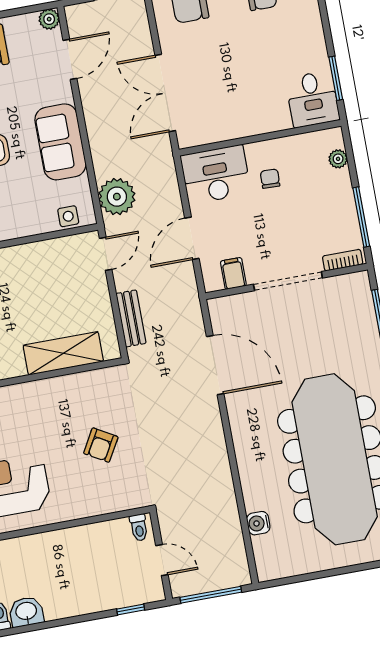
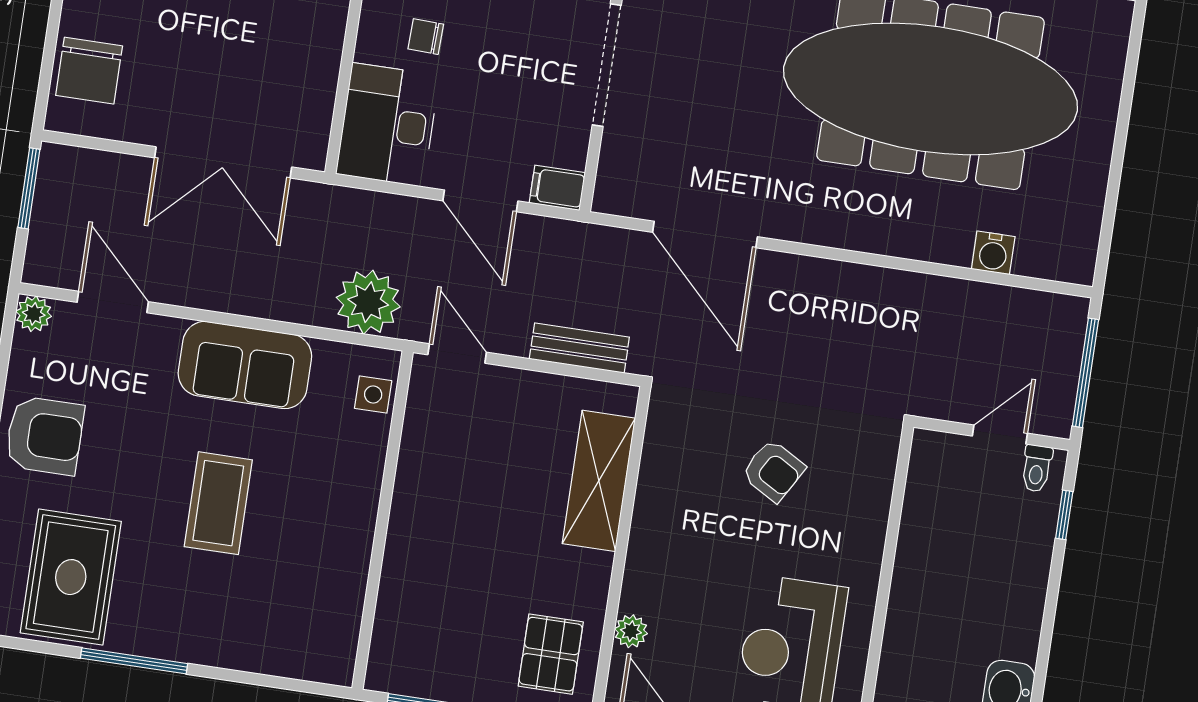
filing cabinet: (233, 273) -> (557, 188), moved
door: (215, 365) -> (705, 234), swing flipped
toilet: (139, 528) -> (1037, 468), moved, turned 90

